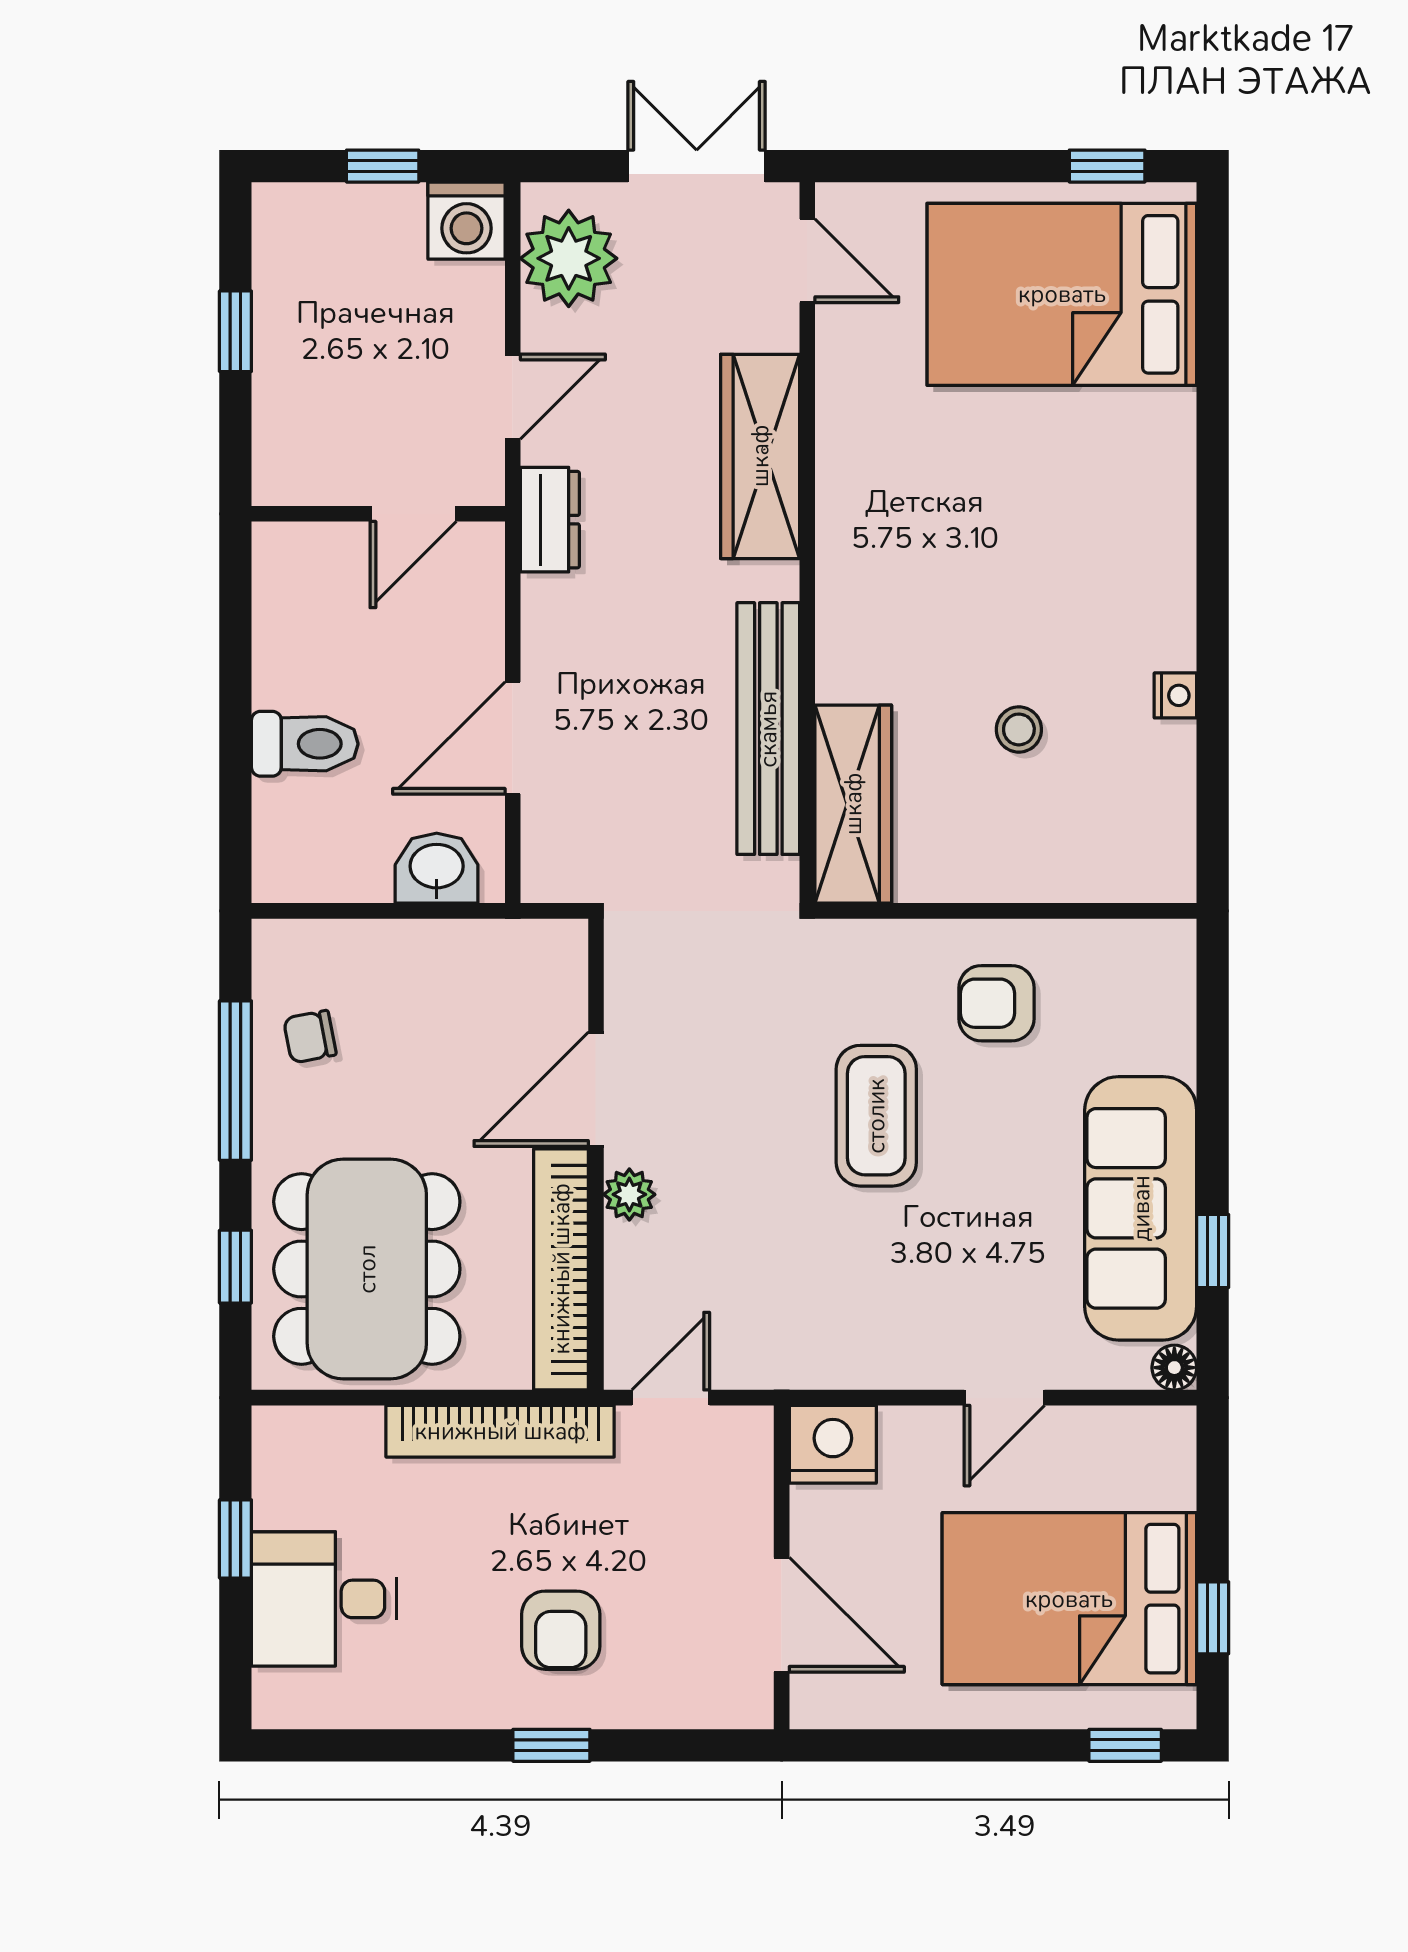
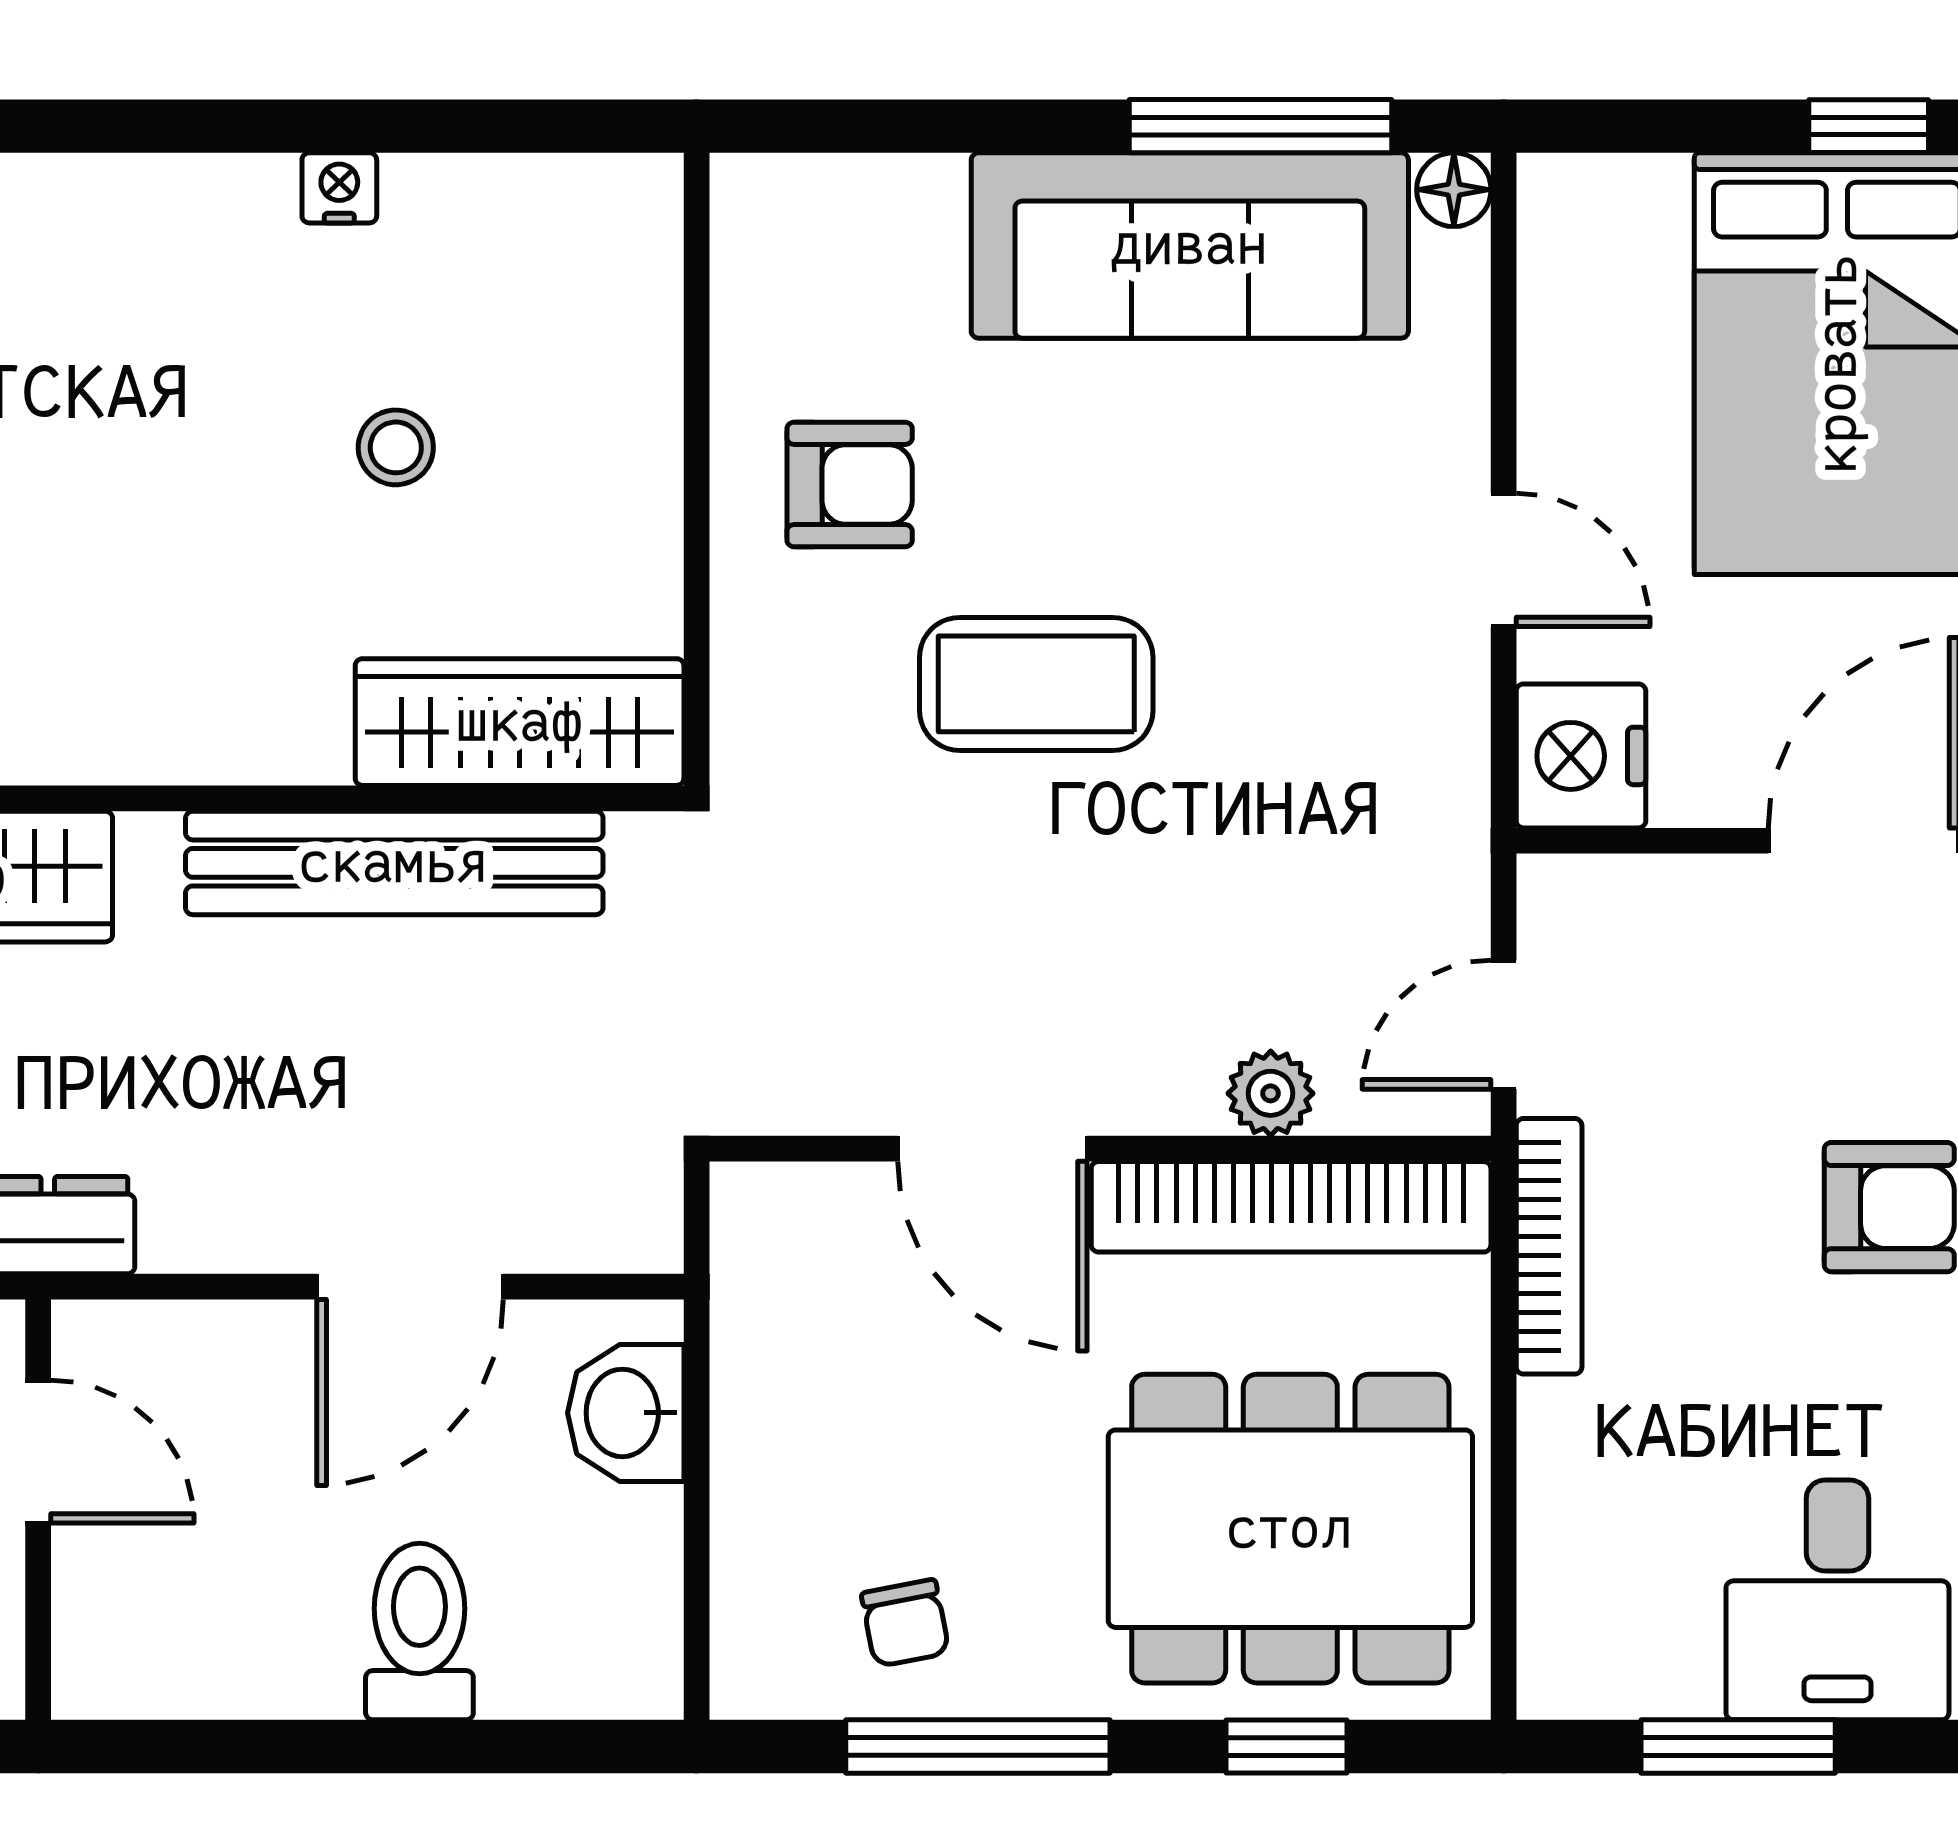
door: (513, 738) -> (410, 1287), hinge flipped
armchair: (997, 1003) -> (850, 484), turned -90
plant: (629, 1194) -> (1271, 1093), moved
window: (1213, 1251) -> (1261, 126), width x2.17
door: (671, 1398) -> (1504, 1025), hinge flipped
door: (1004, 1398) -> (1504, 560), moved
bookcase: (500, 1431) -> (1549, 1246), width x0.68, depth x0.76
window: (235, 1539) -> (1738, 1747), width x1.50

